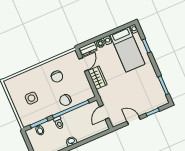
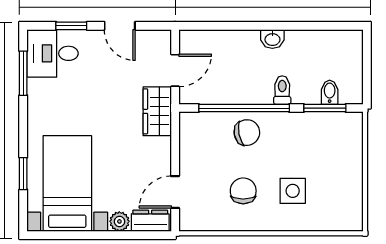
wardrobe: (98, 78) -> (157, 111), moved
side table: (31, 98) -> (293, 191), moved
desk: (155, 98) -> (53, 53), added

